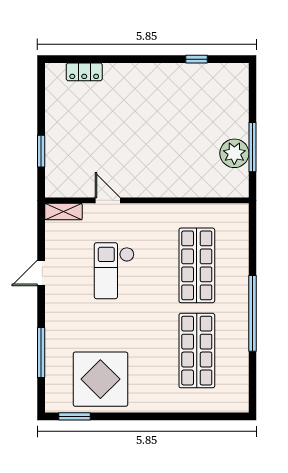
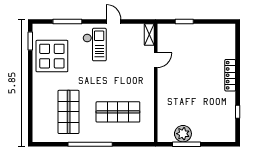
locker: (84, 72) -> (230, 75), moved, width x1.53
checkout: (114, 271) -> (95, 45), moved, turned 90
shop shelf: (197, 351) -> (69, 112), turned 90

